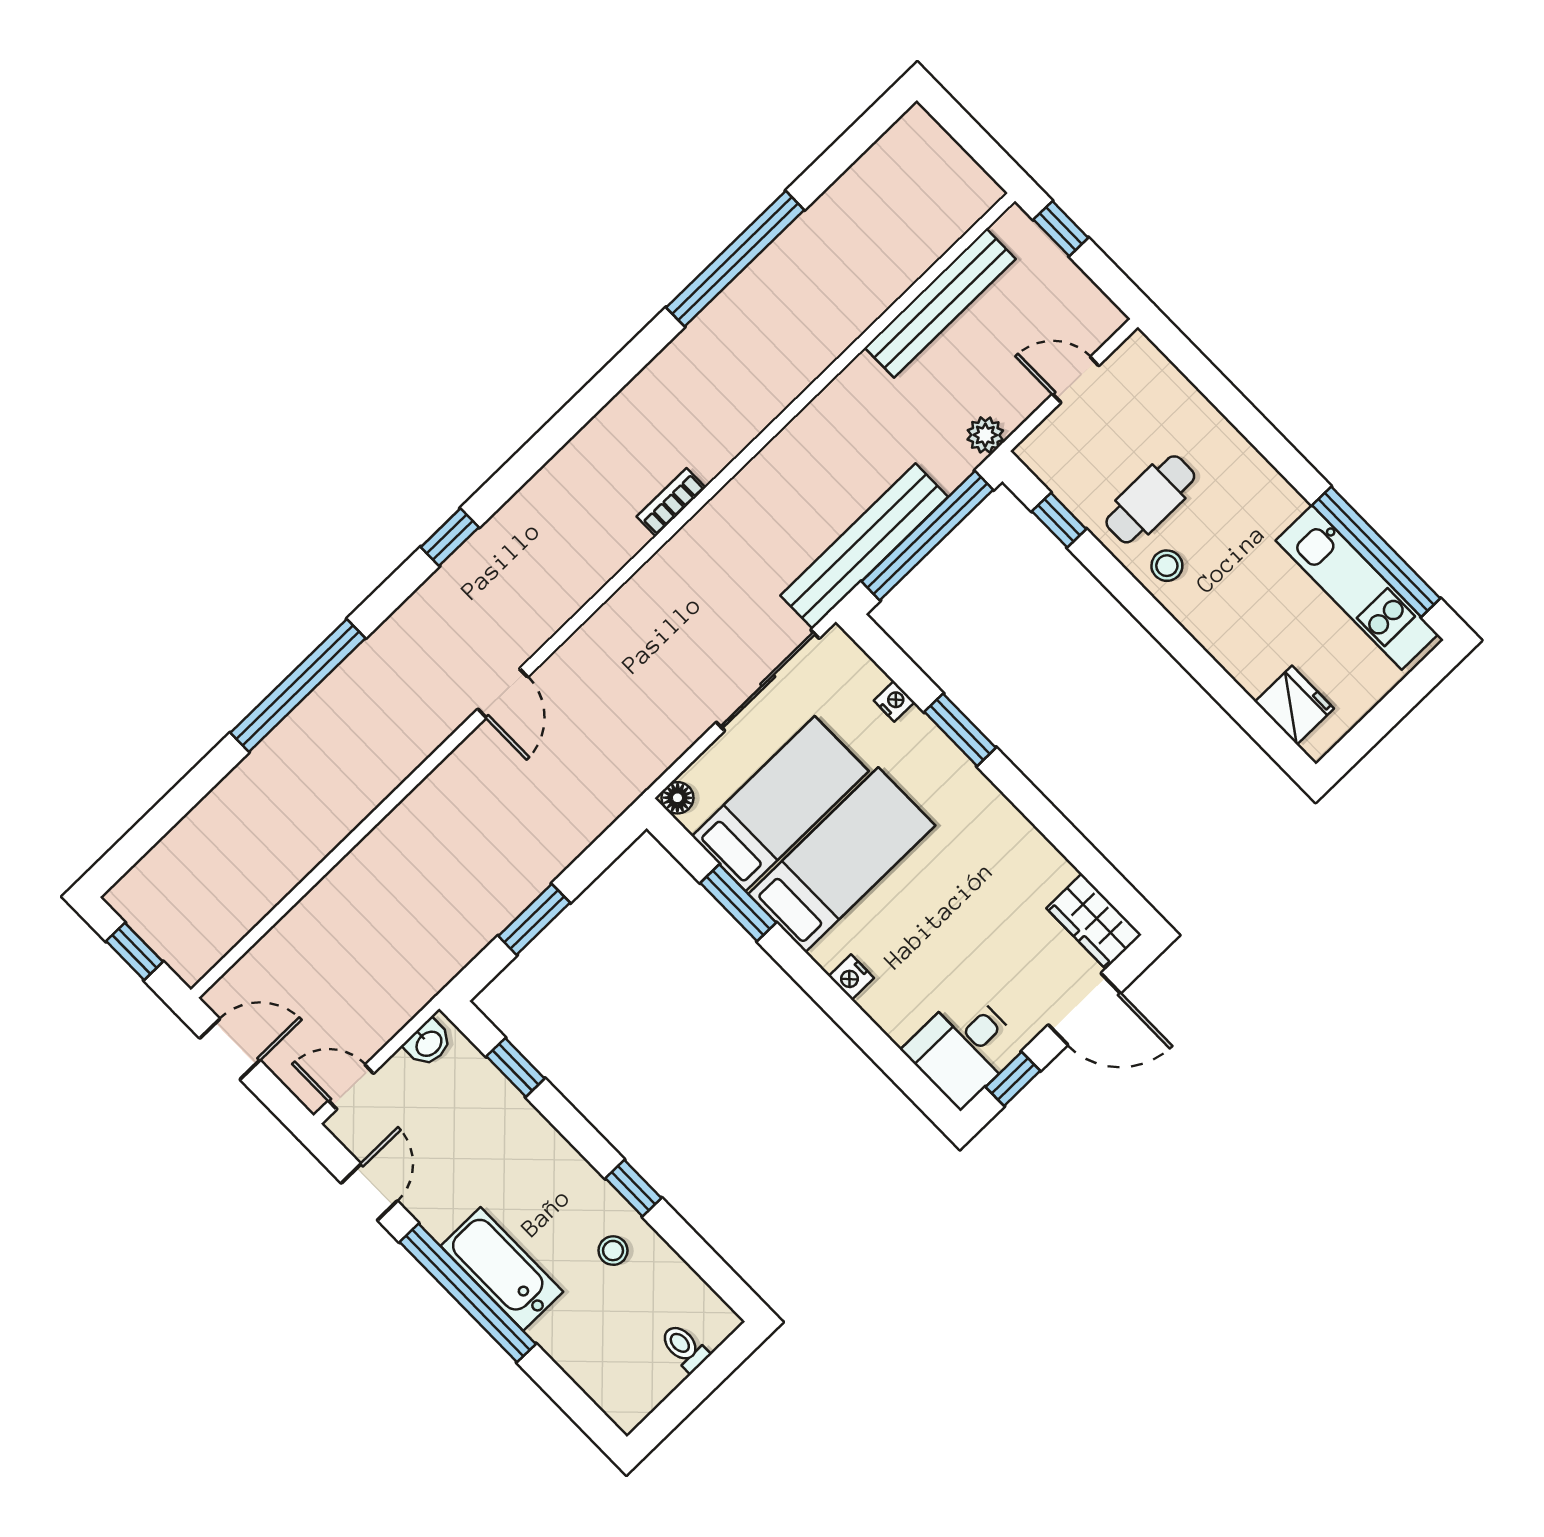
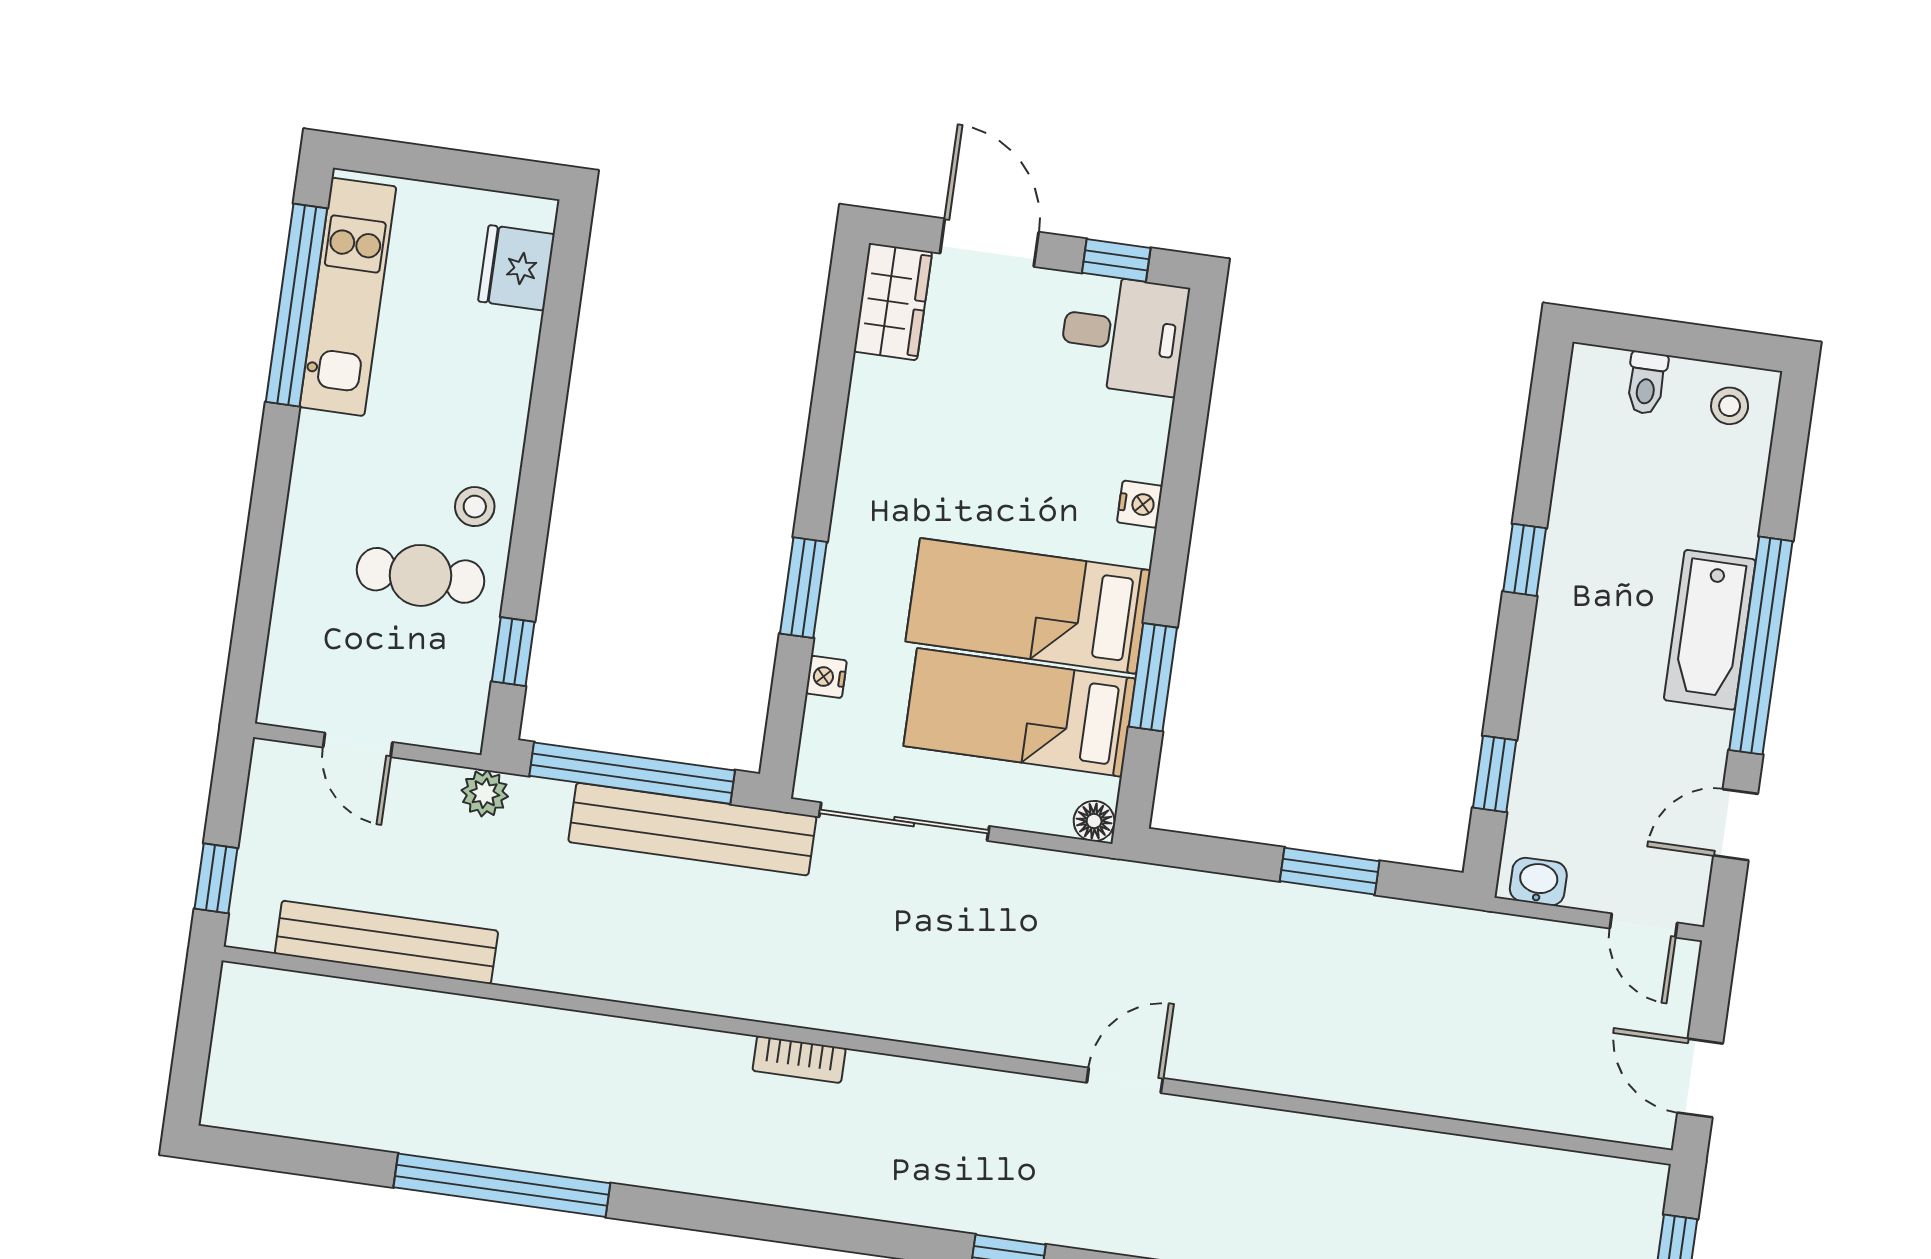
stool: (613, 1251) -> (1730, 406), moved

